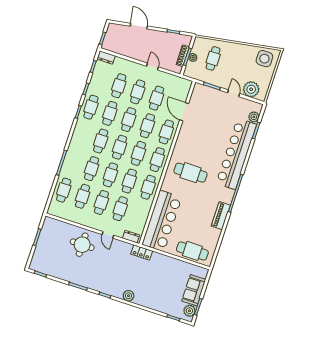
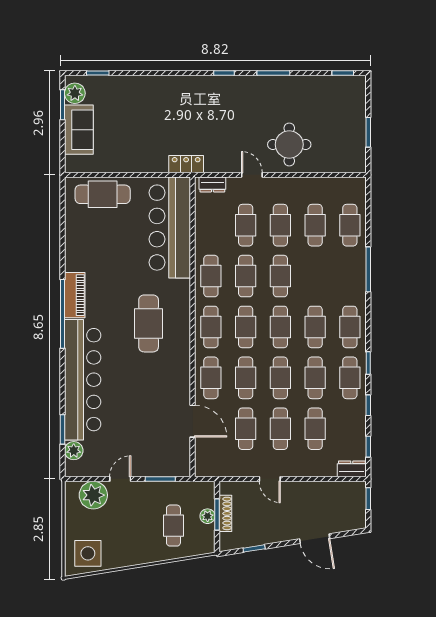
door: (234, 93) -> (120, 479), swing flipped
cafe table: (92, 169) -> (350, 327), moved
cafe table: (190, 173) -> (149, 323), turned 90
piano: (221, 216) -> (75, 295), moved
plant: (129, 296) -> (184, 85), removed

